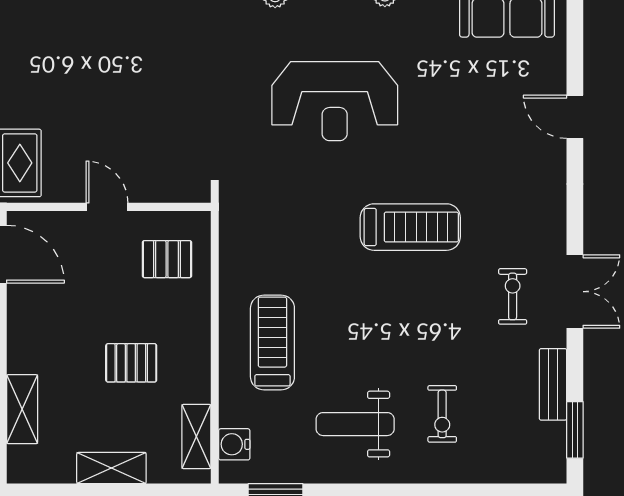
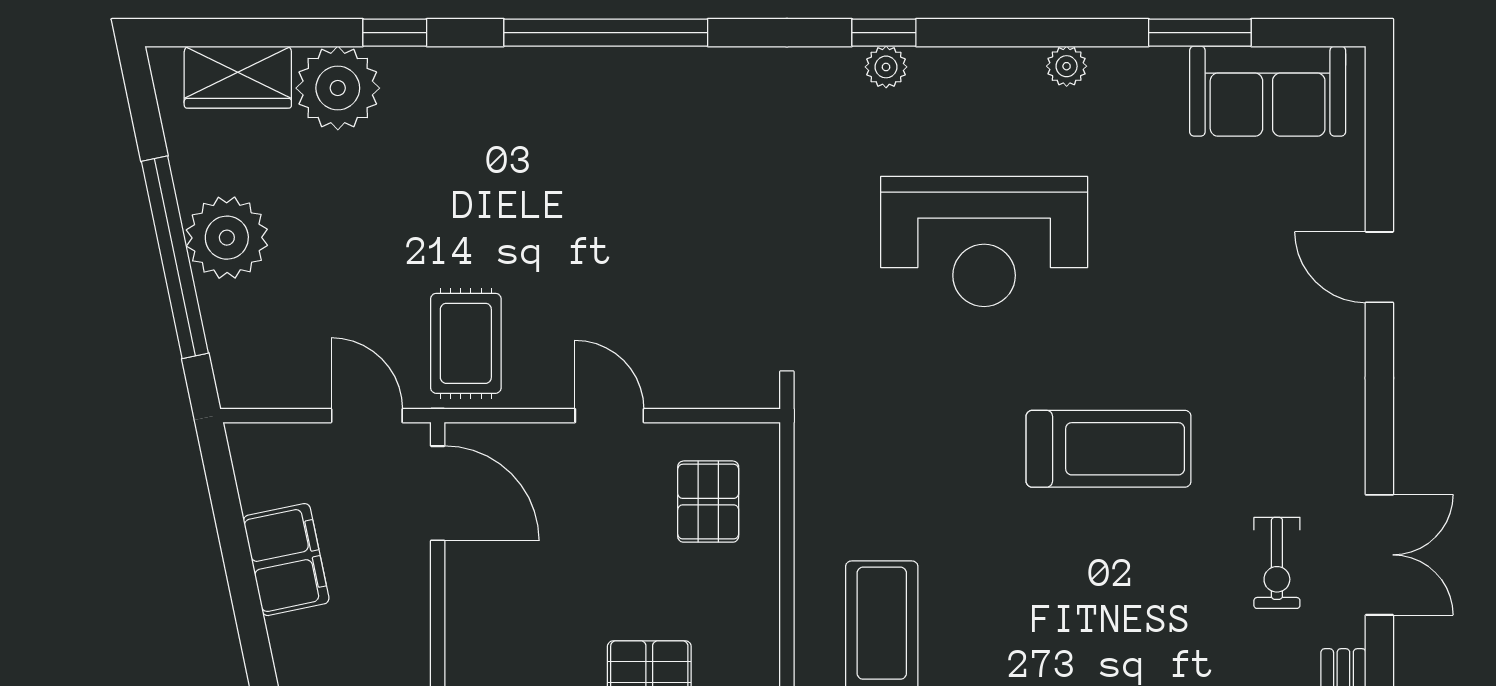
pallet: (167, 259) -> (708, 502), turned 90
exercise bike: (513, 296) -> (1277, 563), turned 180

